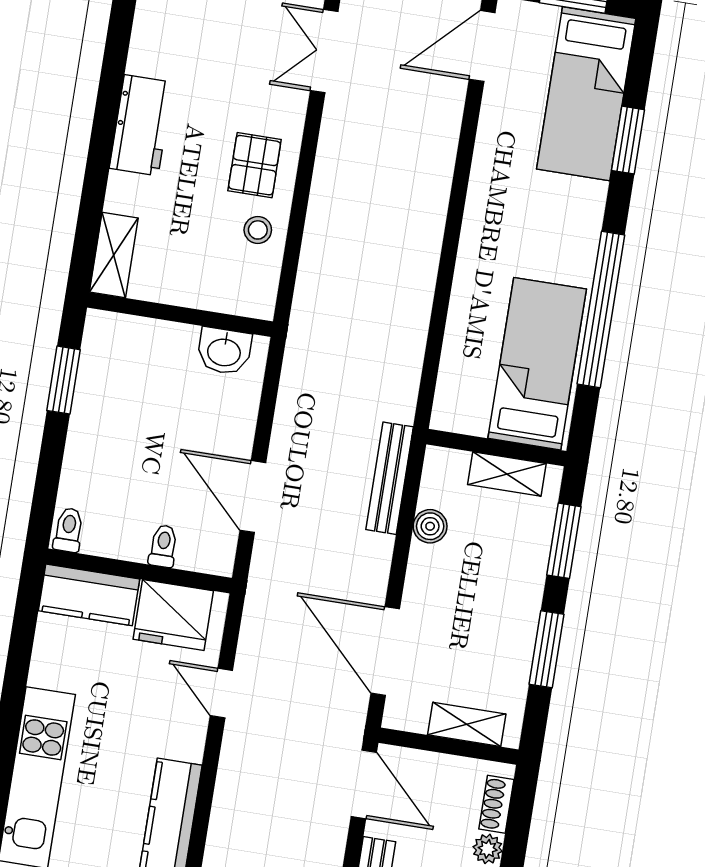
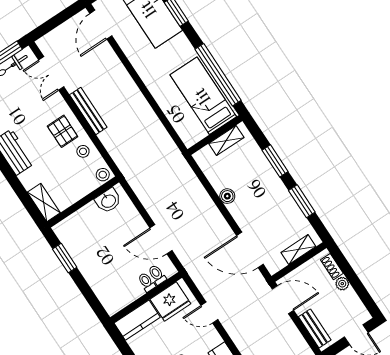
stool: (255, 299) -> (103, 175), added
bed: (537, 364) -> (203, 96), moved
wall: (496, 448) -> (215, 135), moved
shelving: (507, 474) -> (226, 141), moved
bench: (390, 478) -> (88, 111), moved
toilet: (68, 530) -> (157, 275), moved

